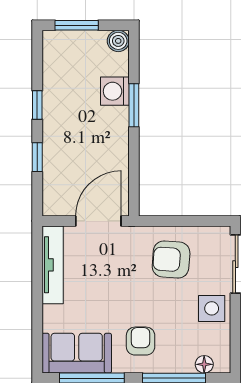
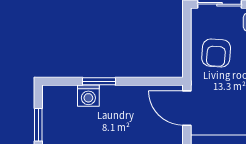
boiler: (118, 41) -> (50, 93), removed

